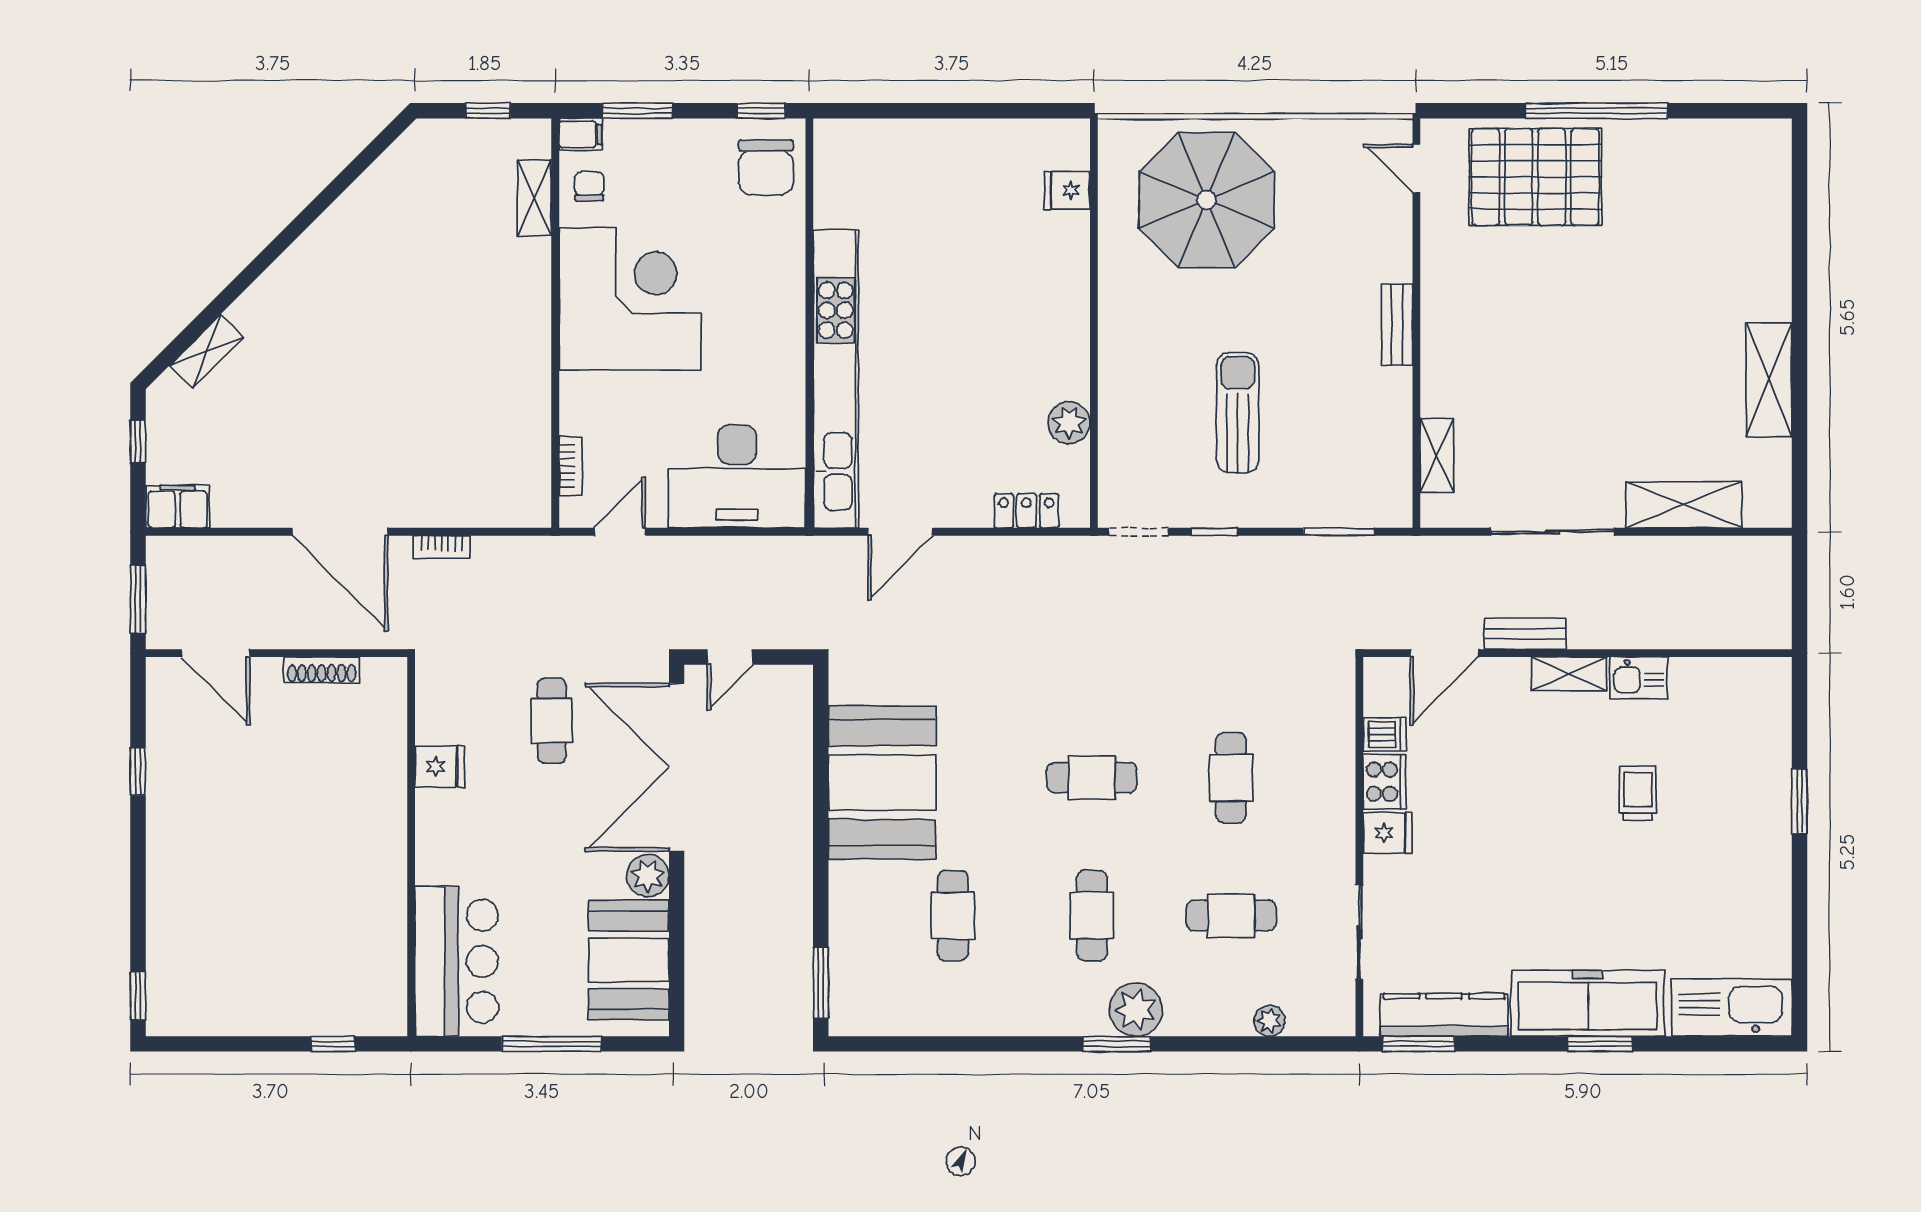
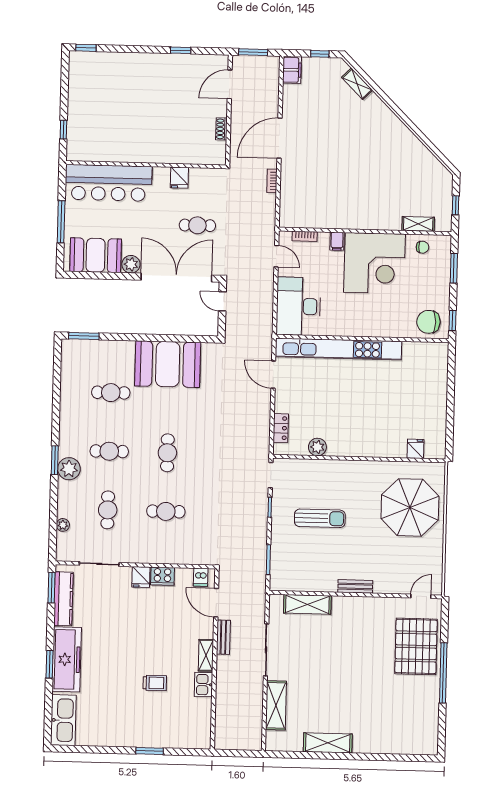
filing cabinet: (581, 134) -> (337, 241), moved
shelving: (1437, 455) -> (307, 604), width x1.50, depth x1.33
shoe rack: (322, 670) -> (221, 129), width x0.70
dishwasher: (1385, 735) -> (201, 577), moved
bar counter: (457, 961) -> (108, 183), width x1.36

